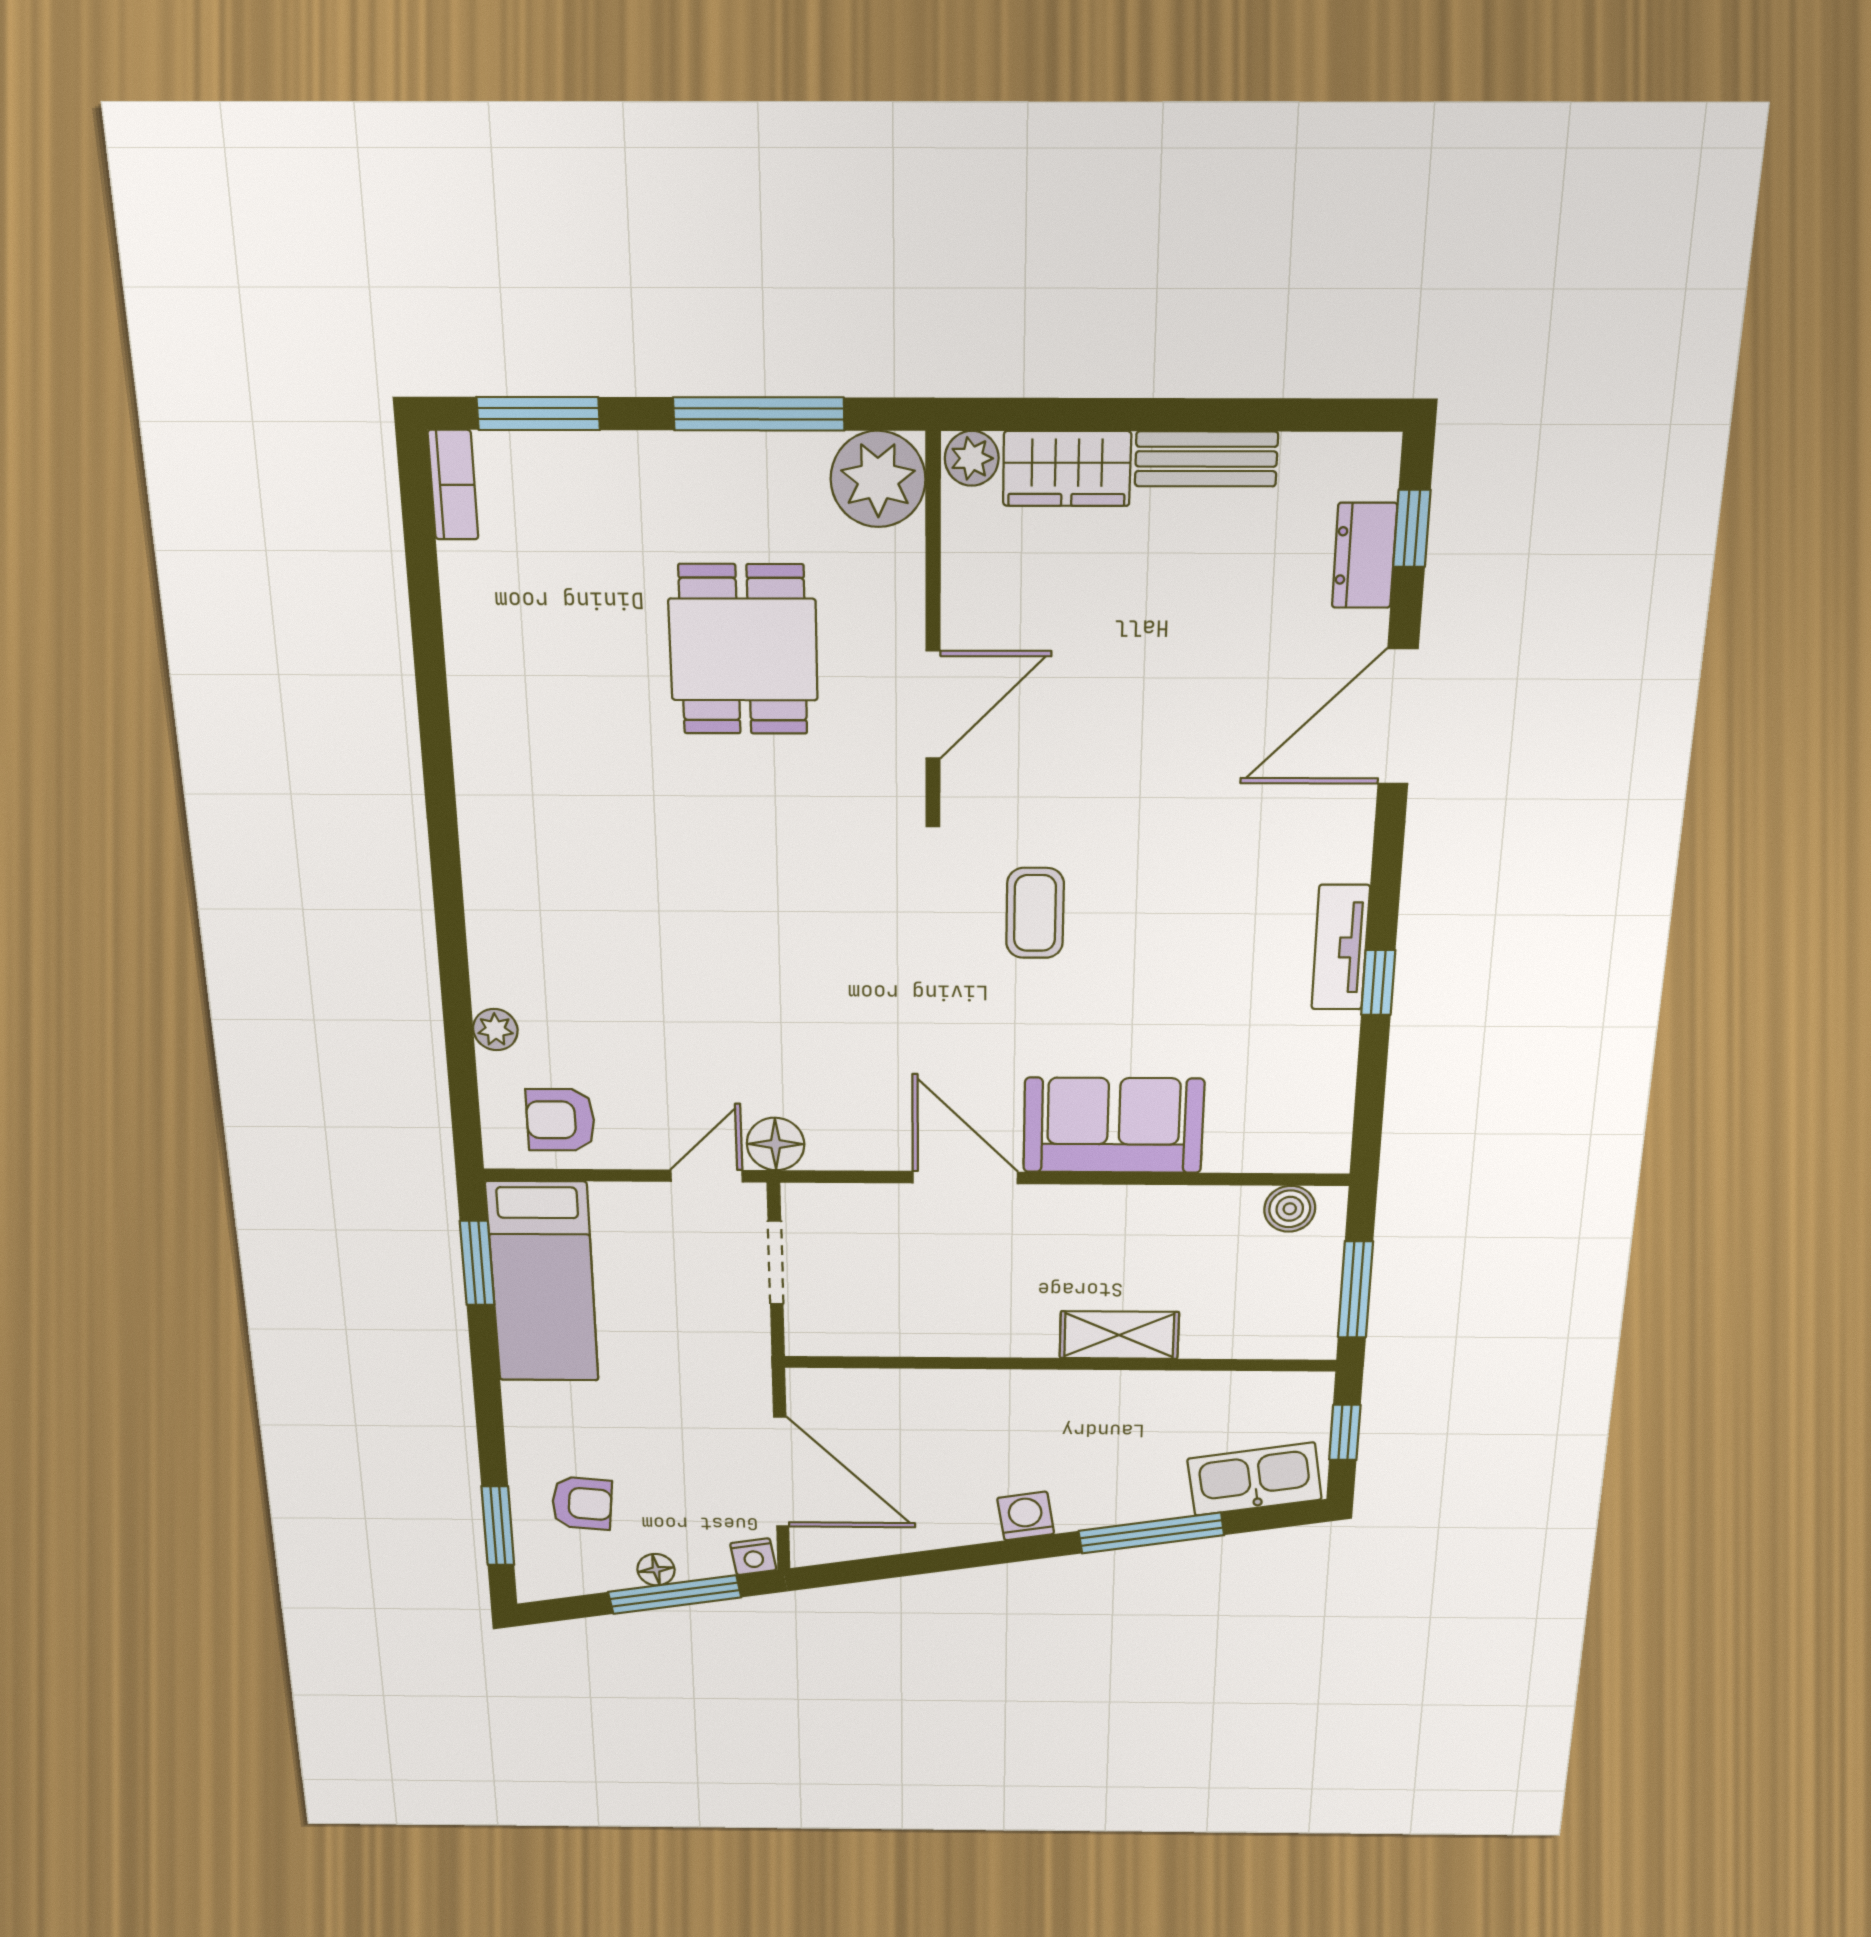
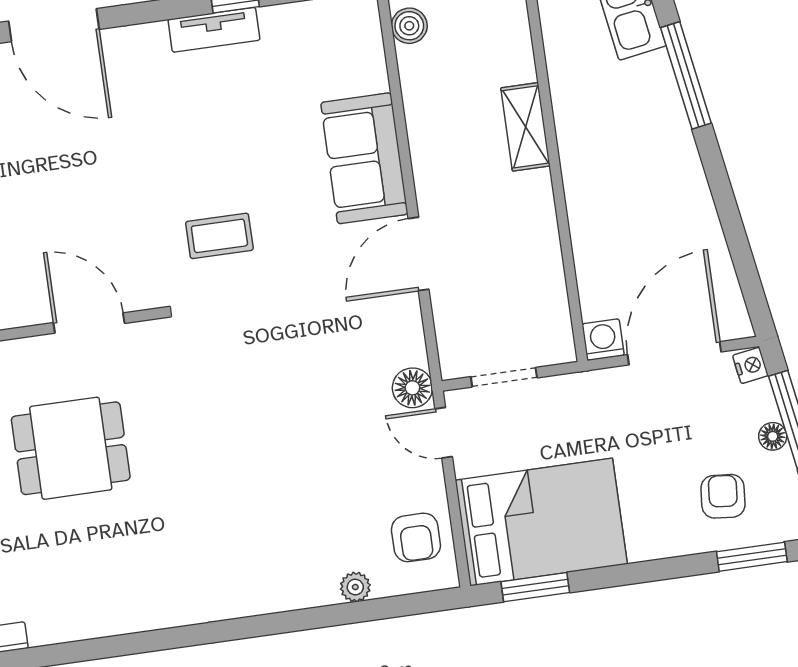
bed: (543, 1282) -> (541, 522), width x1.50
washing machine: (1026, 1516) -> (603, 340), moved, turned 99

